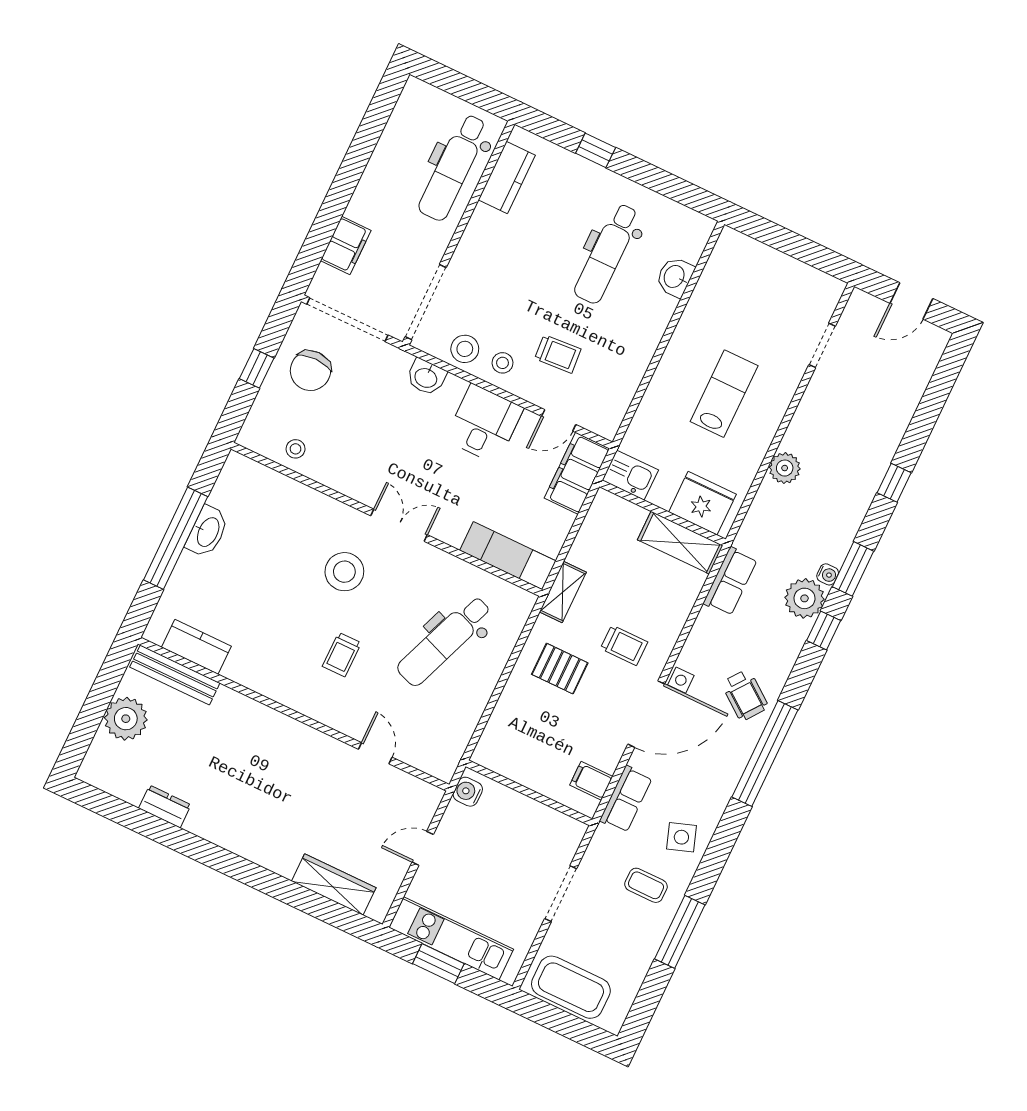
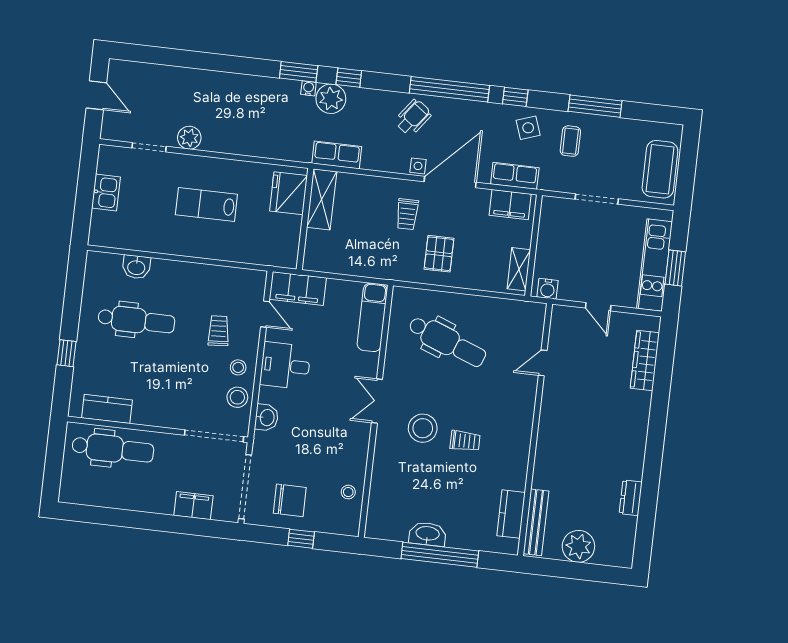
plant: (785, 468) -> (189, 138), moved
kitchen sink: (630, 475) -> (106, 193), moved, turned 180
window: (894, 483) -> (515, 97), moved
shelving: (563, 592) -> (519, 269), moved, turned 90
trolley: (624, 645) -> (407, 214), turned 180
trolley: (342, 655) -> (465, 441), moved
door: (646, 714) -> (450, 182), hinge flipped
filing cabinet: (591, 781) -> (510, 205), width x2.00

